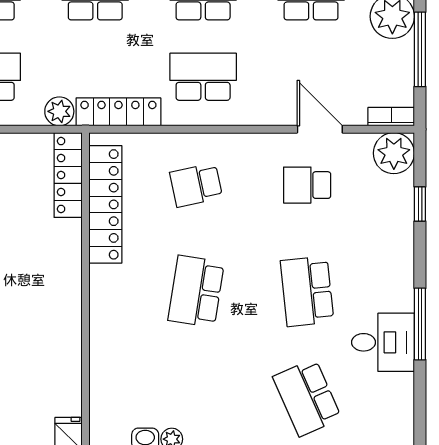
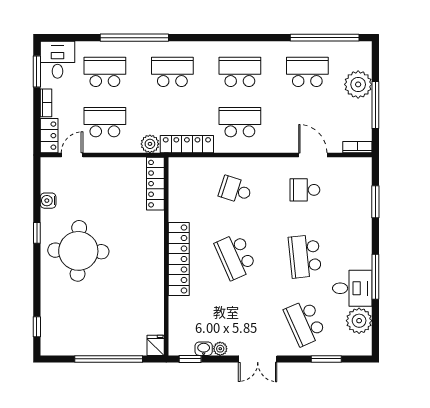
plant: (394, 153) -> (359, 321), moved
school desk: (196, 185) -> (235, 190), turned 30
locker: (105, 204) -> (179, 259), moved
window: (420, 204) -> (375, 202), width x1.50
school desk: (196, 291) -> (235, 256), turned -33

